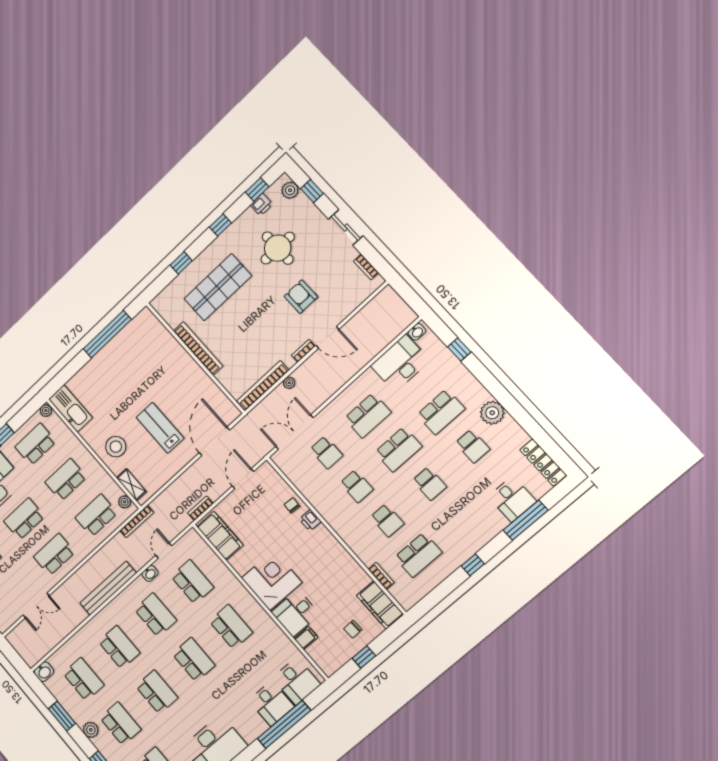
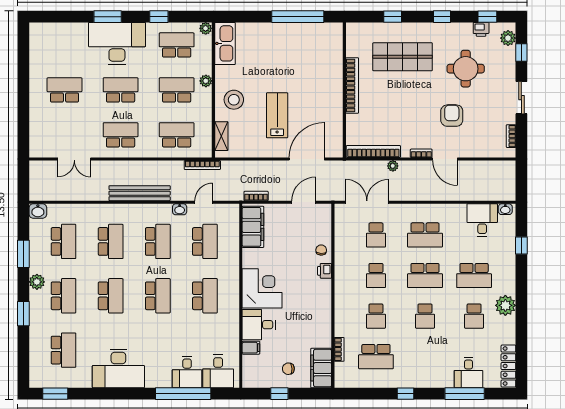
desk: (400, 363) -> (482, 220), width x0.73
plant: (125, 502) -> (206, 81), moved

